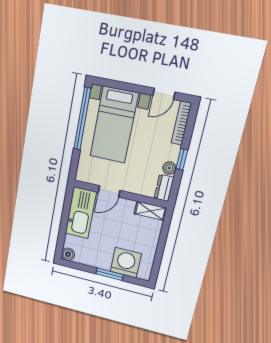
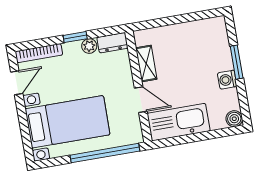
door: (164, 94) -> (17, 83), hinge flipped
window: (82, 119) -> (105, 153), moved
shelving: (150, 211) -> (146, 64), moved
washing machine: (126, 263) -> (227, 80), moved, width x0.53, depth x0.53

